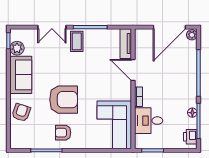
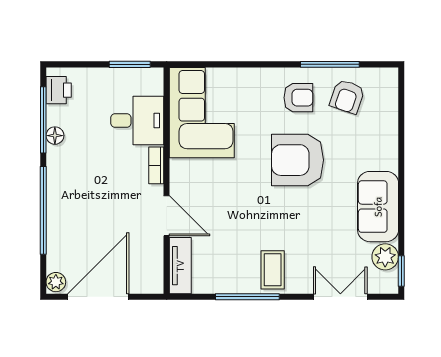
double door: (52, 27) -> (340, 297), moved
armchair: (21, 112) -> (347, 97), moved

